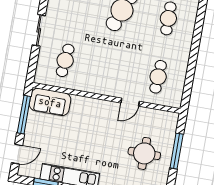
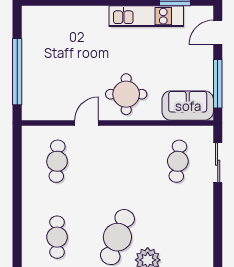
sliding door: (39, 30) -> (218, 163), moved
window: (177, 151) -> (17, 72), width x1.46
round table: (144, 153) -> (126, 94), moved

